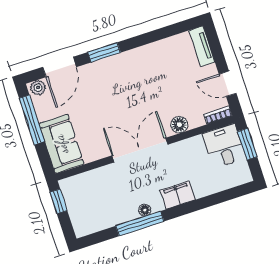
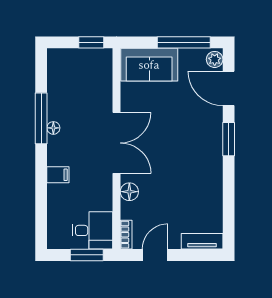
filing cabinet: (178, 195) -> (58, 175), width x0.50

